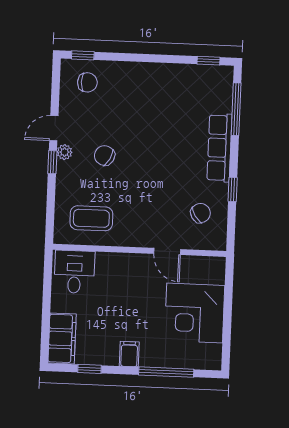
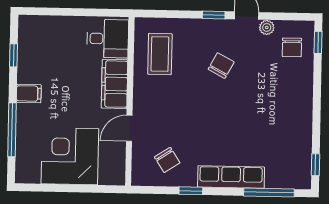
plant: (64, 152) -> (267, 27), moved
filing cabinet: (62, 339) -> (115, 84), moved, turned 90

